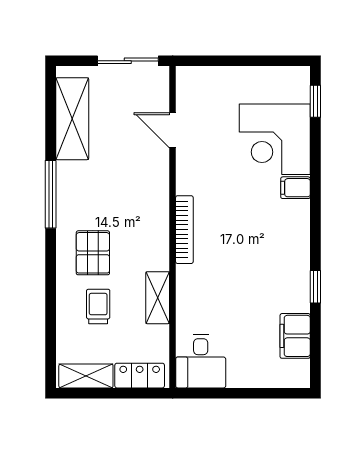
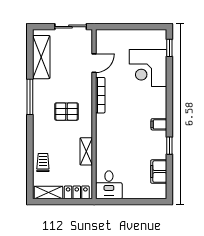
door: (173, 130) -> (94, 63), swing flipped
filing cabinet: (295, 188) -> (159, 124), moved
bookcase: (184, 230) -> (100, 95), moved
pallet: (93, 253) -> (67, 112), moved, turned 90
trolley: (98, 306) -> (43, 162), moved

